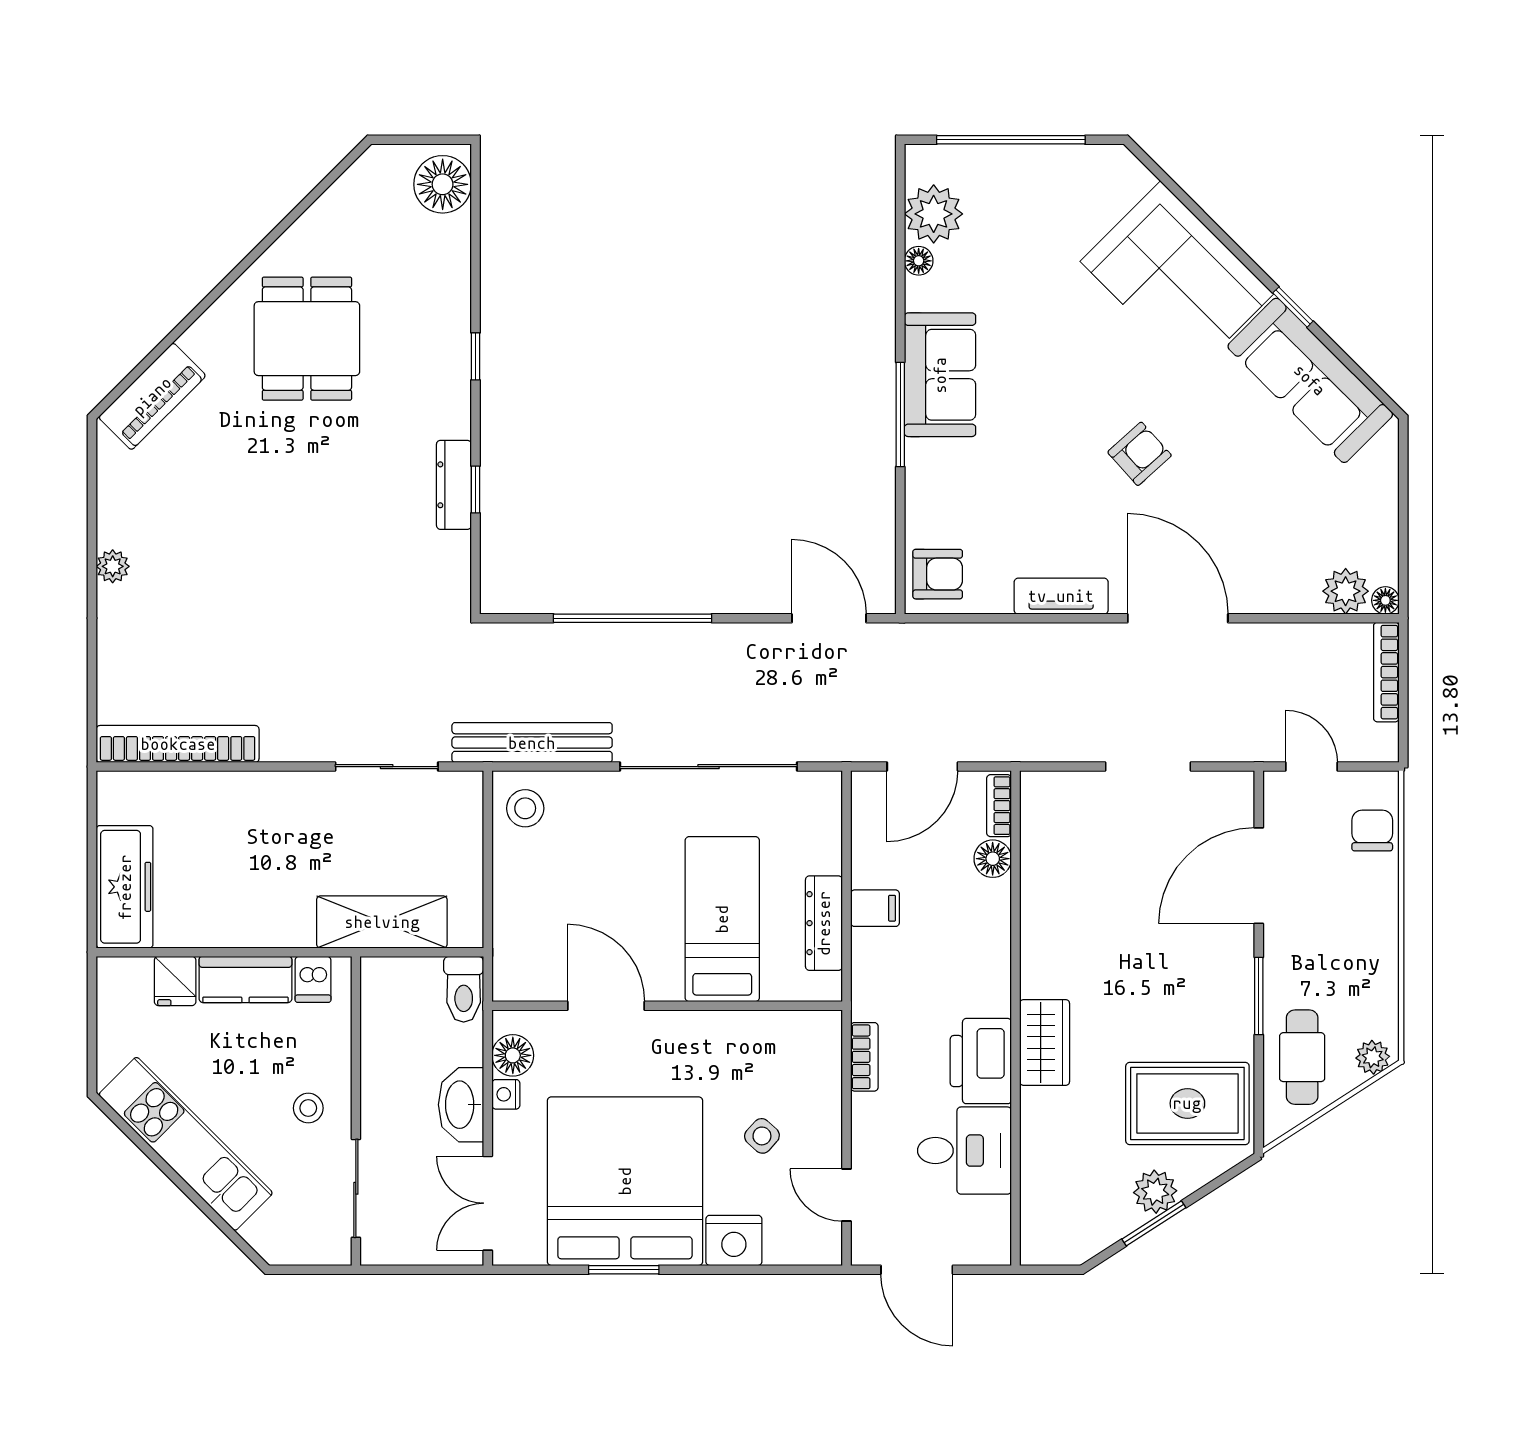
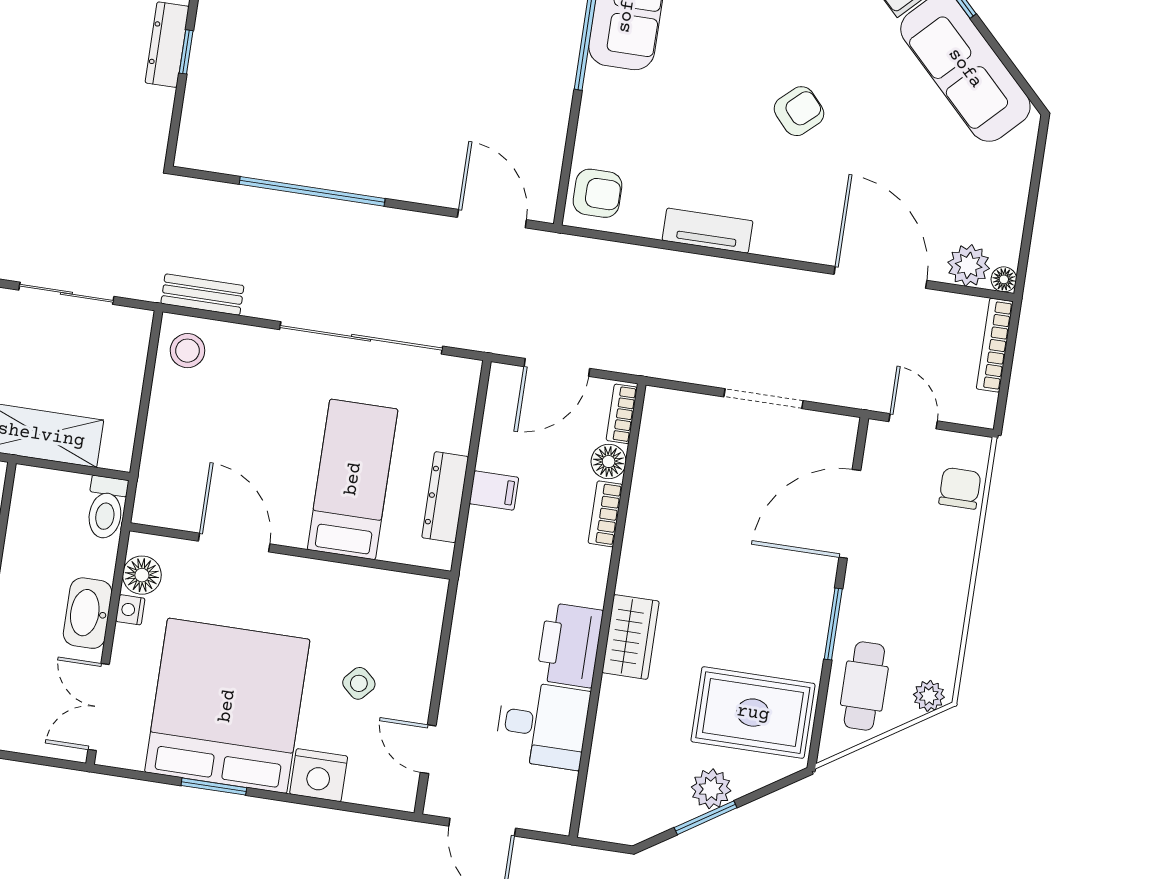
door: (1178, 618) -> (880, 277), moved
bench: (532, 743) -> (202, 295), width x0.54, depth x0.82
bookcase: (864, 1057) -> (605, 514), moved, turned 180

